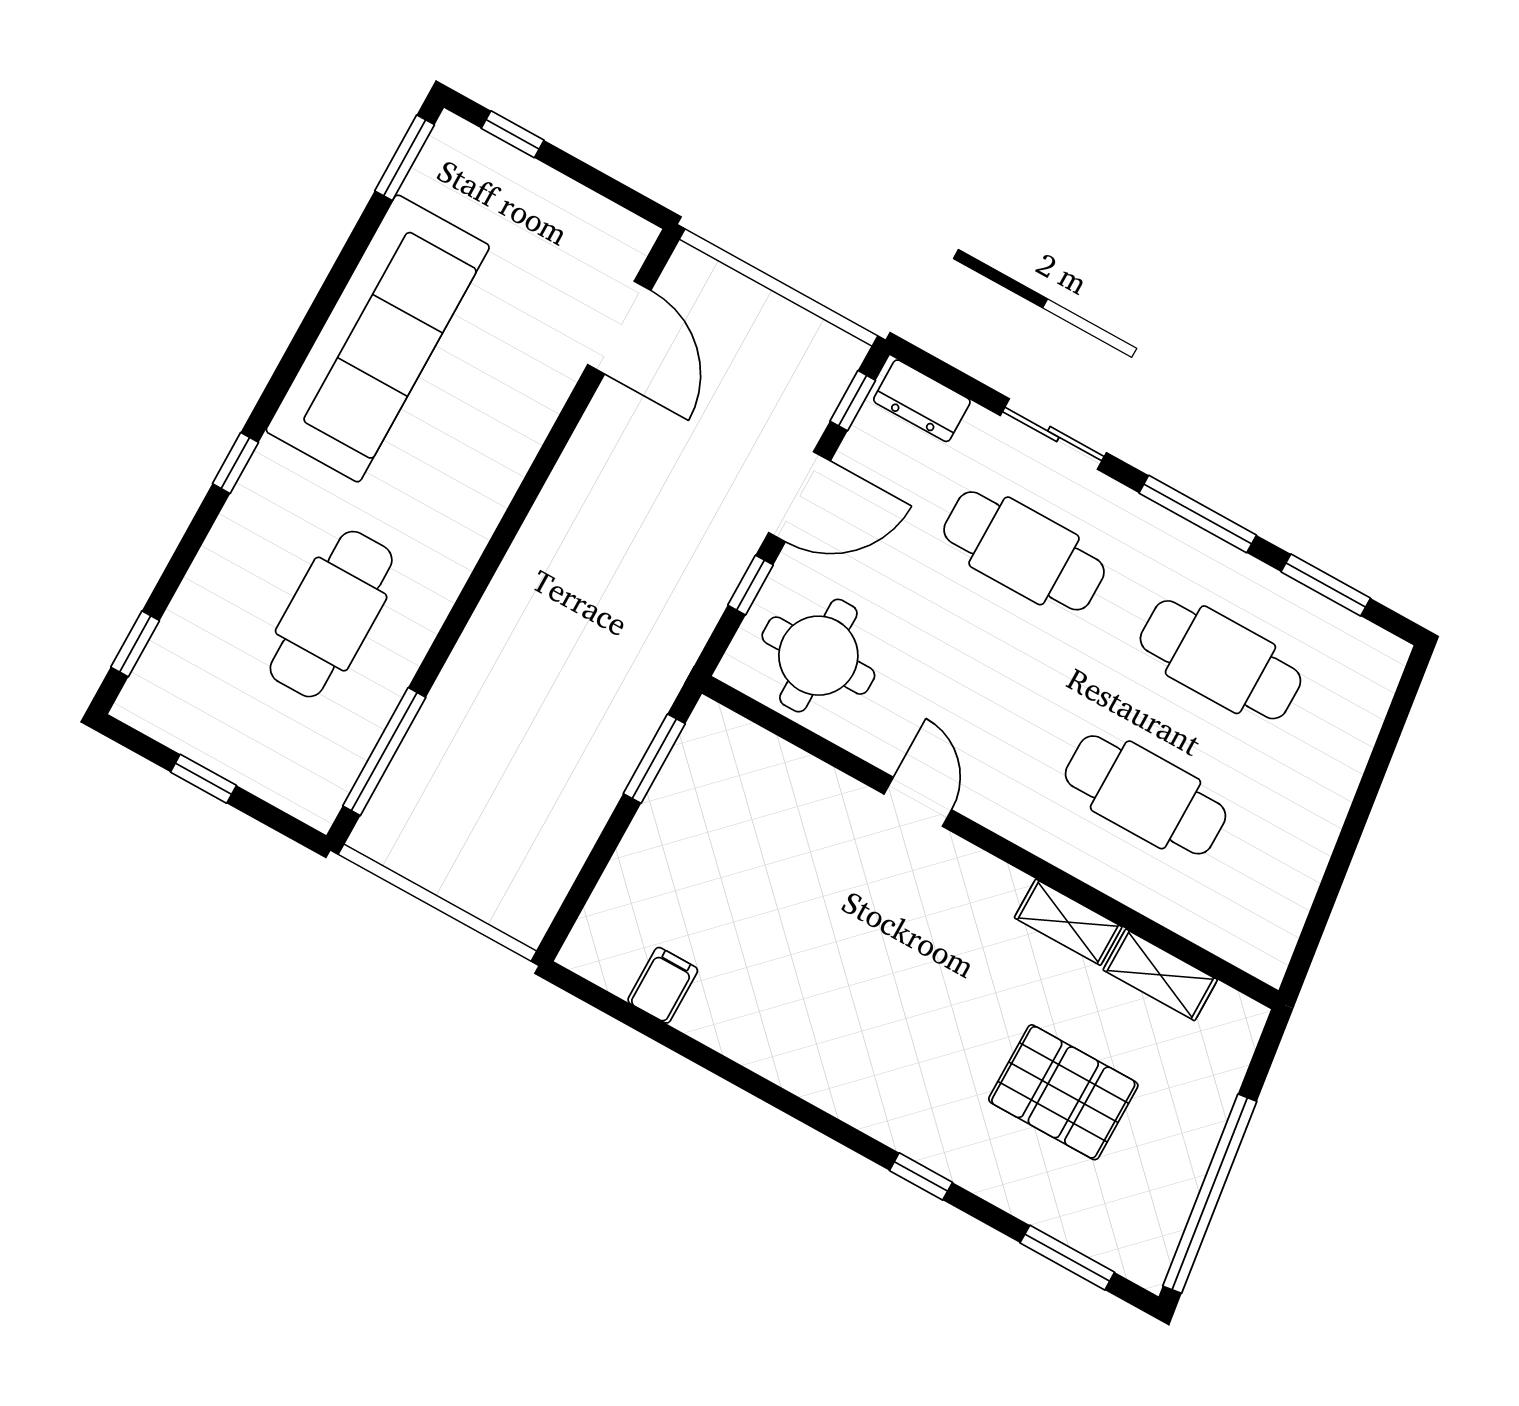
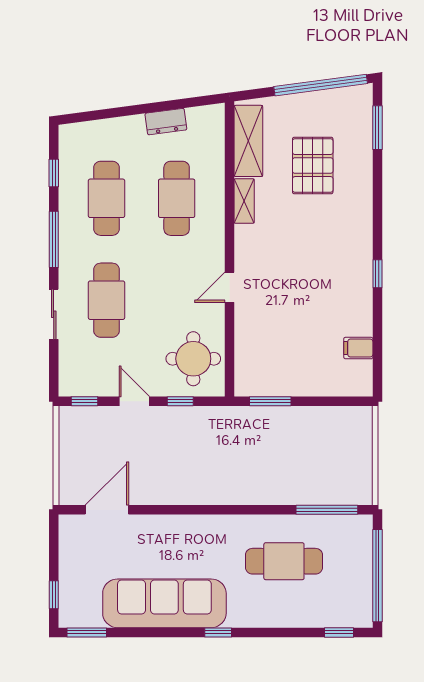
dresser: (922, 401) -> (166, 122), moved, turned 82
window: (235, 463) -> (218, 632), moved
door: (799, 497) -> (134, 401), width x0.73
window: (1326, 585) -> (54, 173), width x0.67
window: (203, 779) -> (377, 576), width x3.17
shelving: (1160, 975) -> (248, 141), width x1.50, depth x1.33
window: (921, 1176) -> (377, 274), moved

